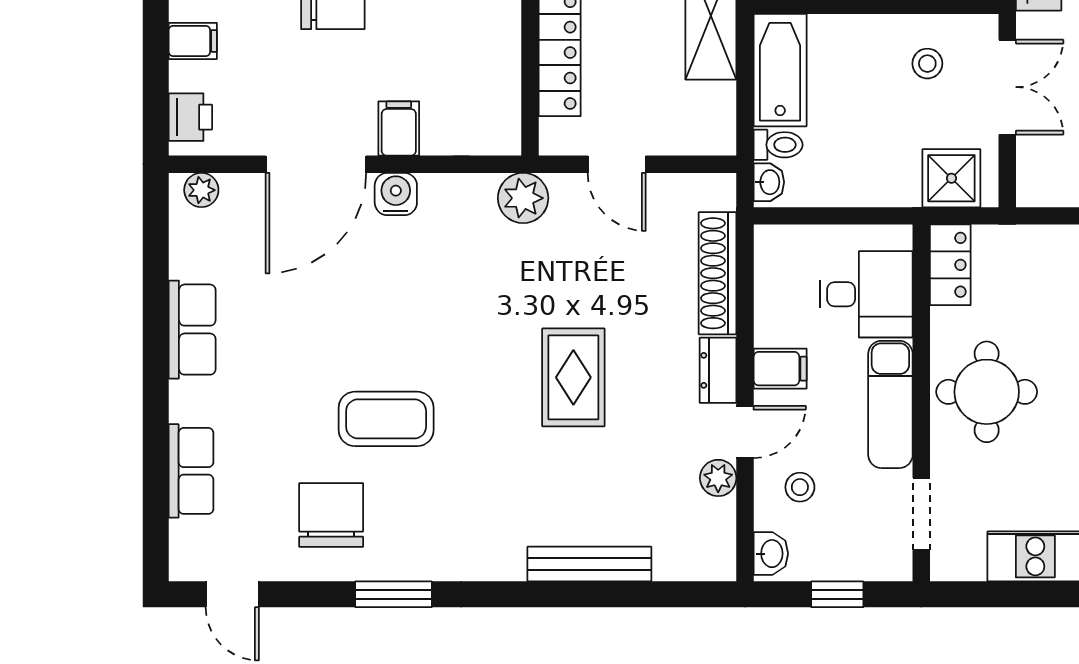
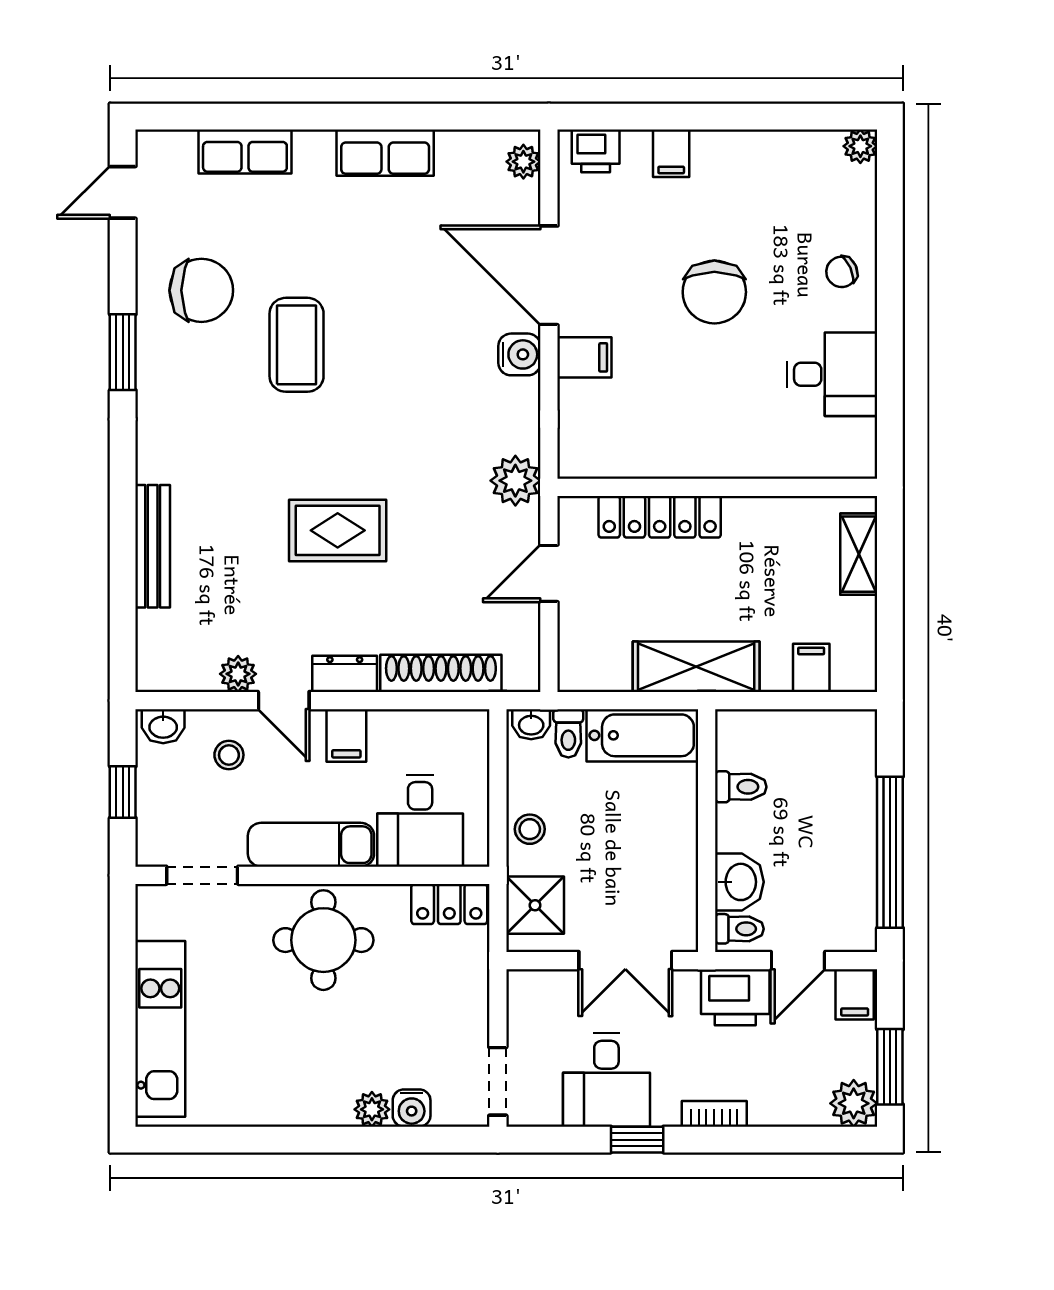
stool: (927, 64) -> (530, 829), moved

